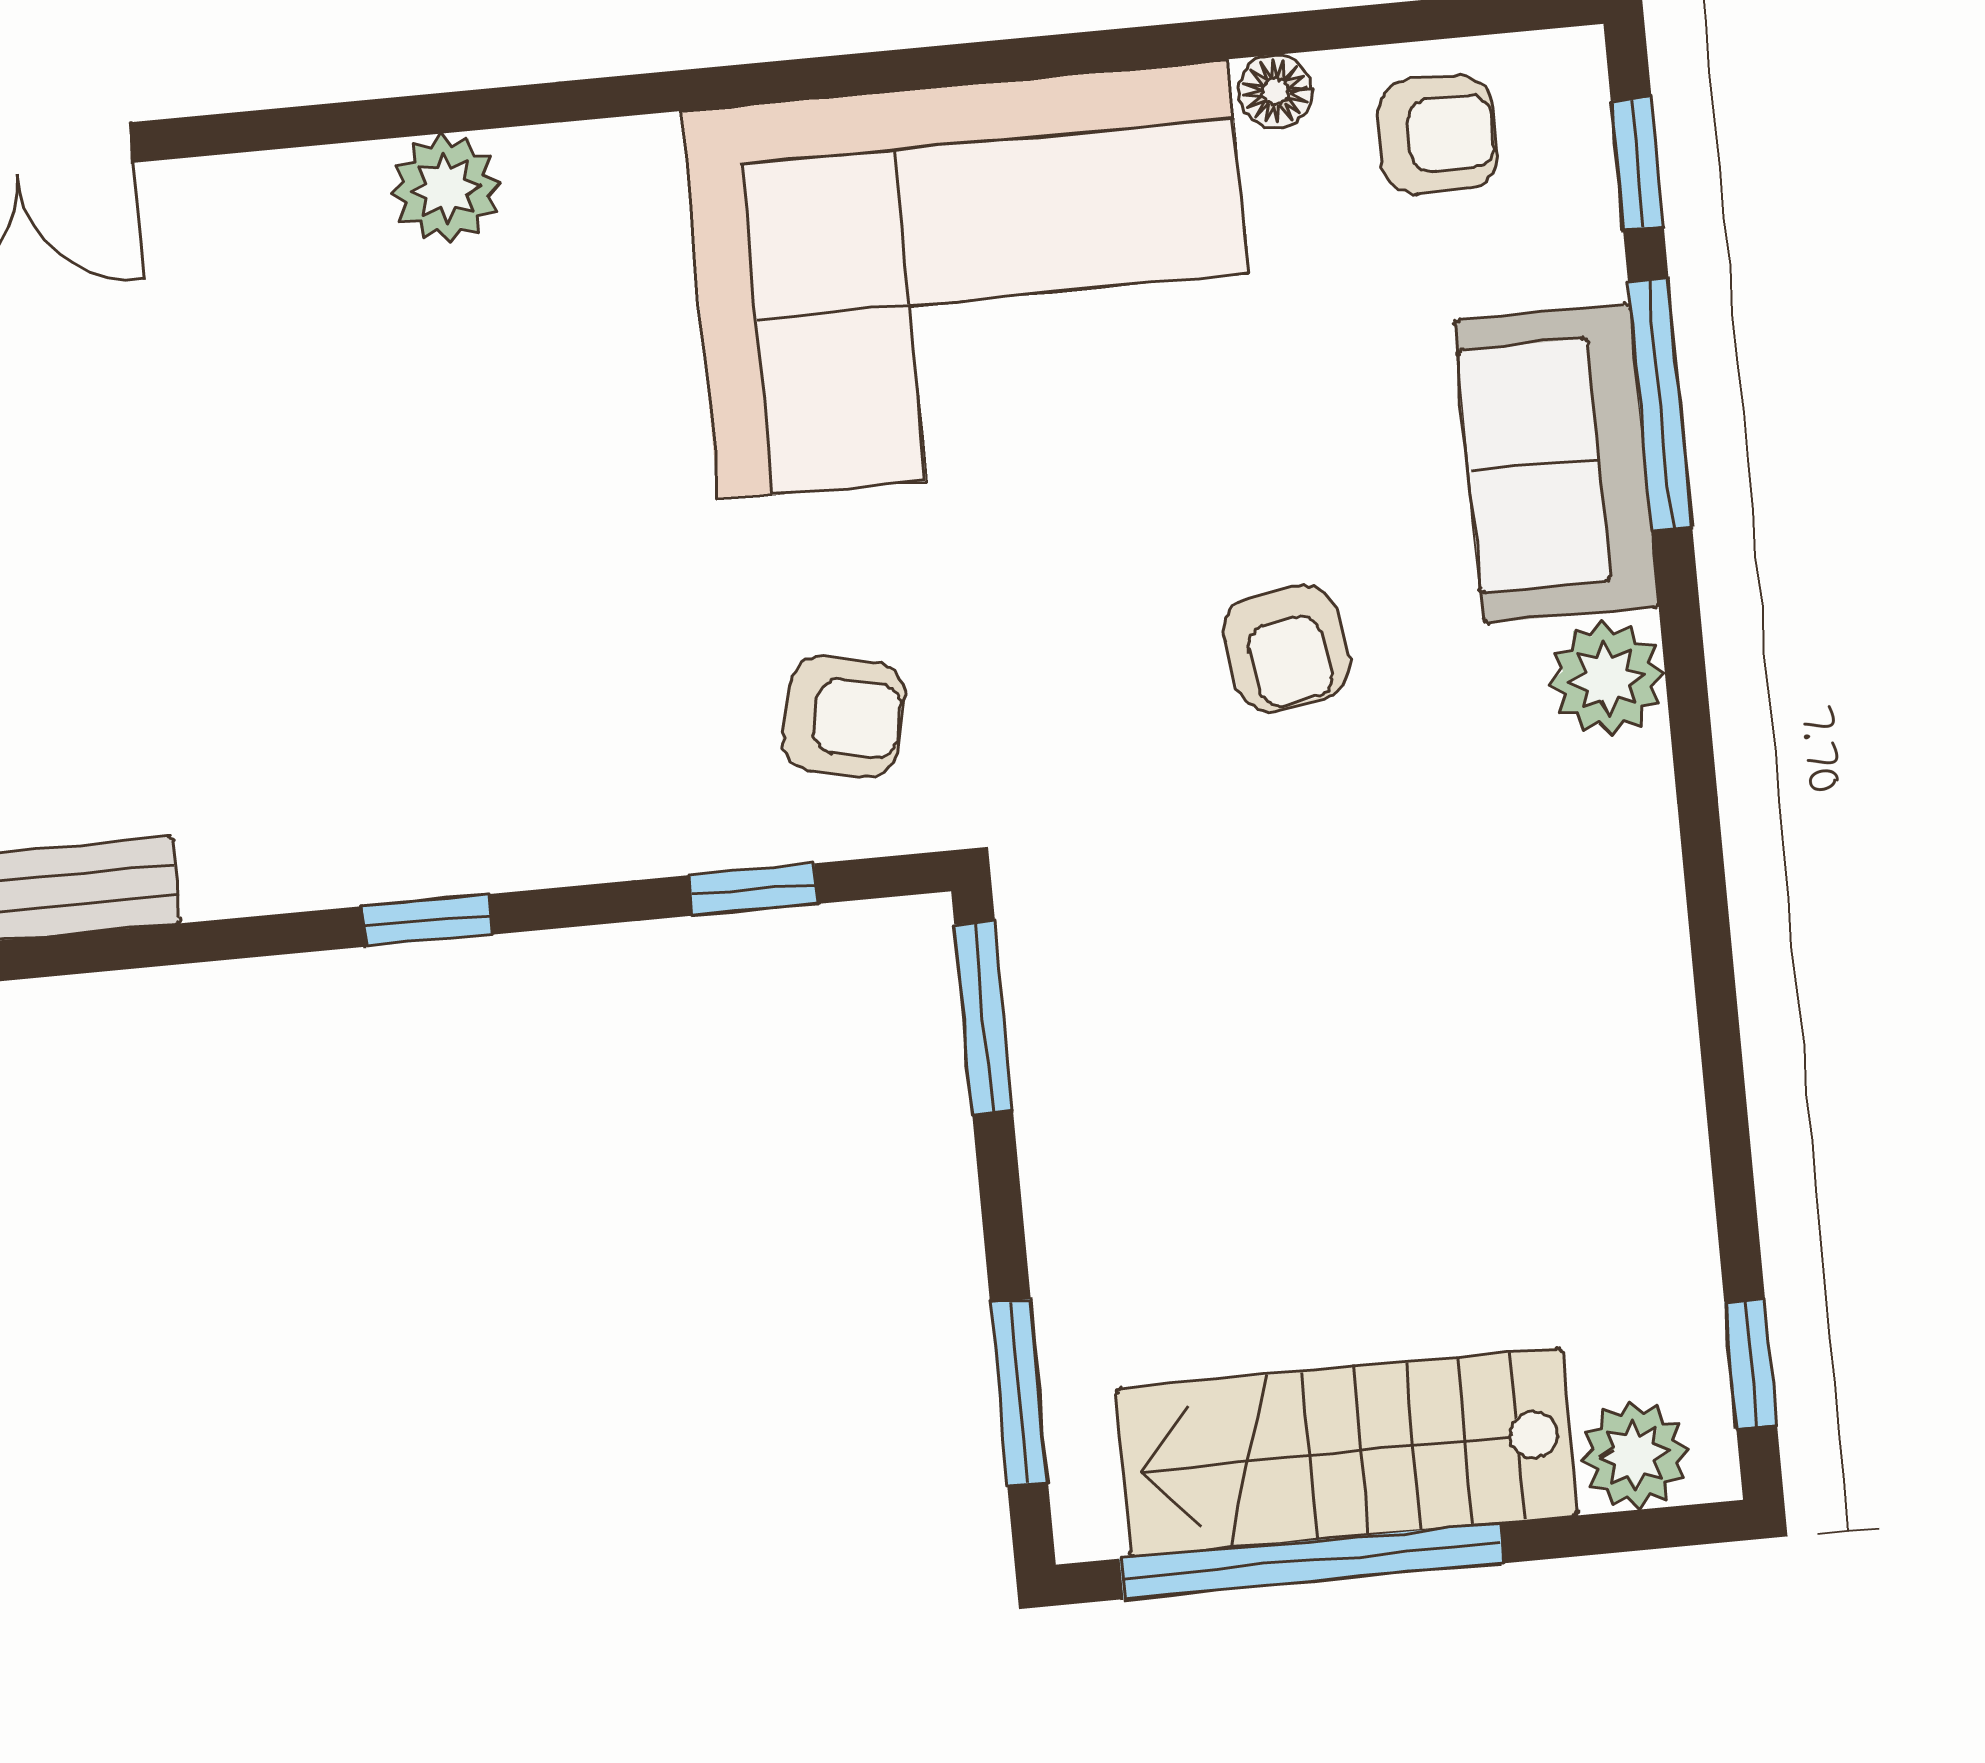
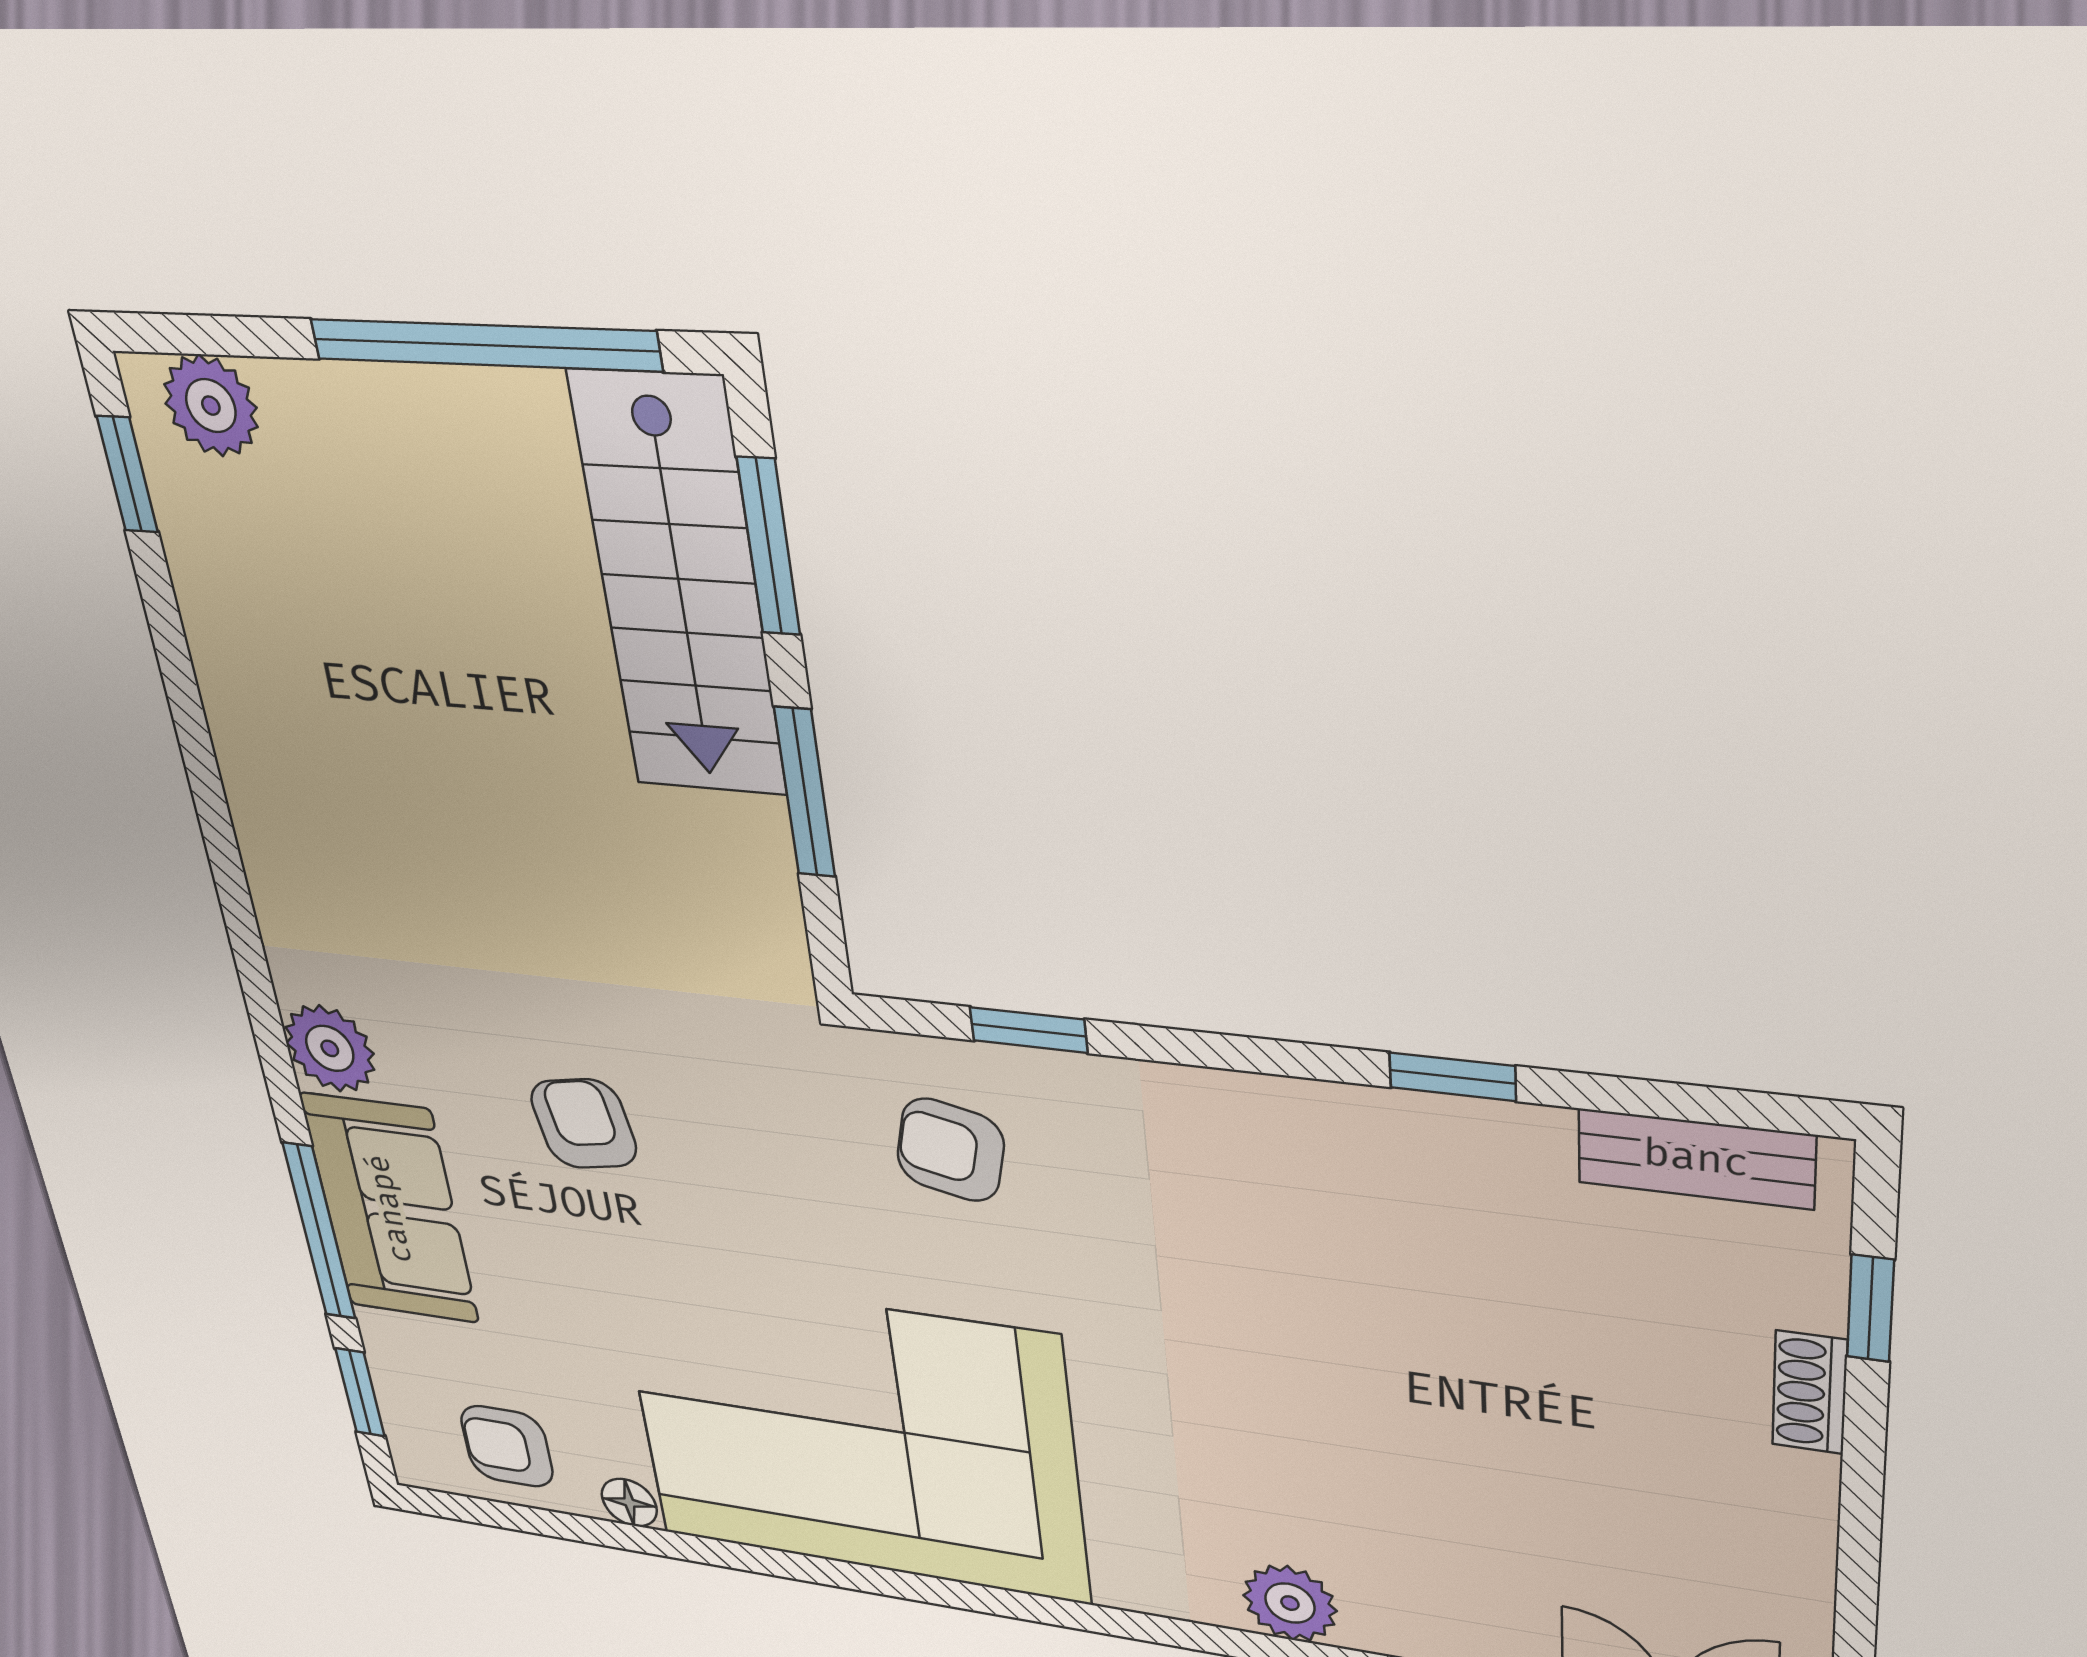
window: (427, 920) -> (1453, 1077), moved
window: (984, 1018) -> (805, 793), moved
stairs: (1346, 1452) -> (679, 587), moved, turned 90

